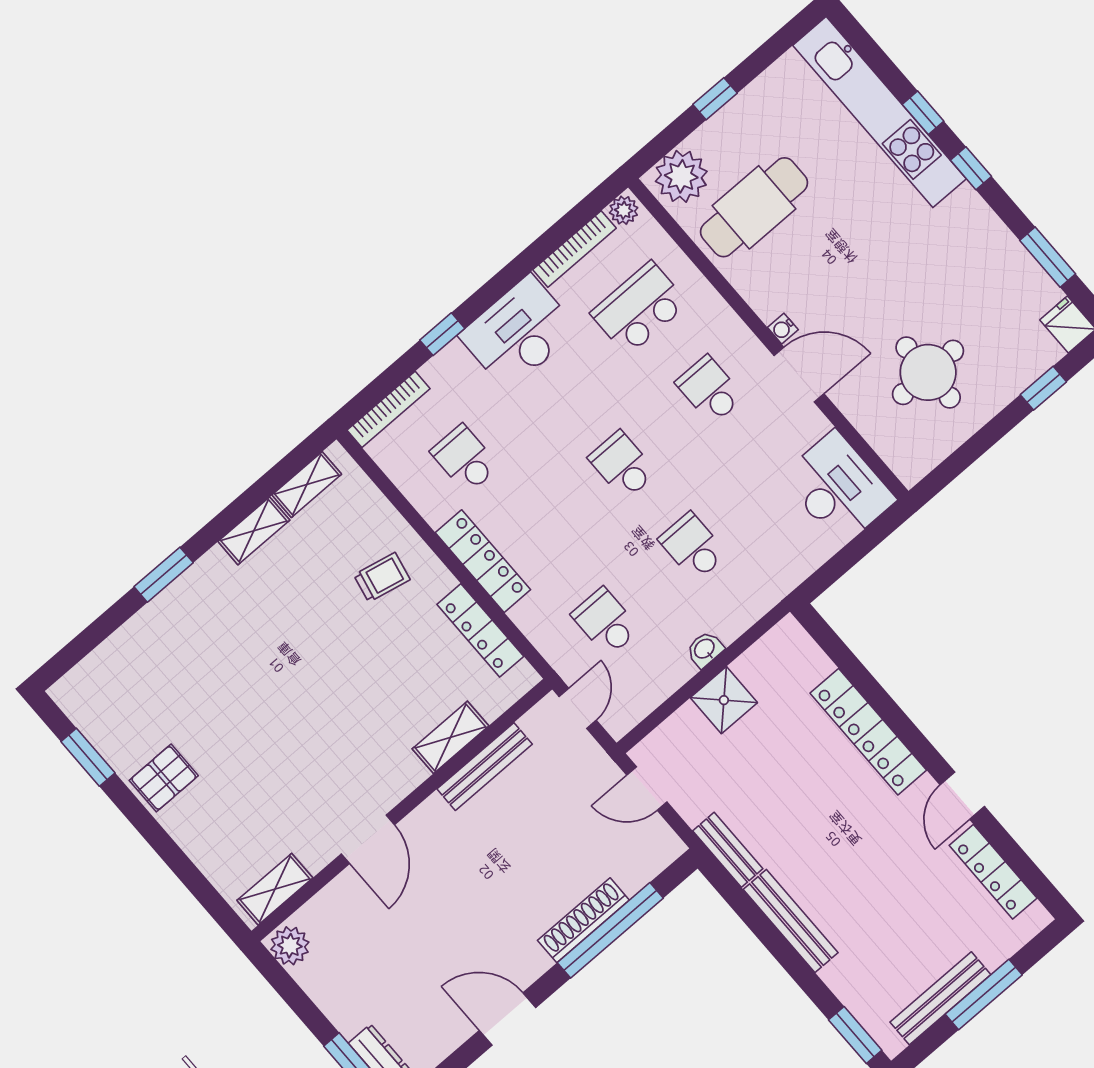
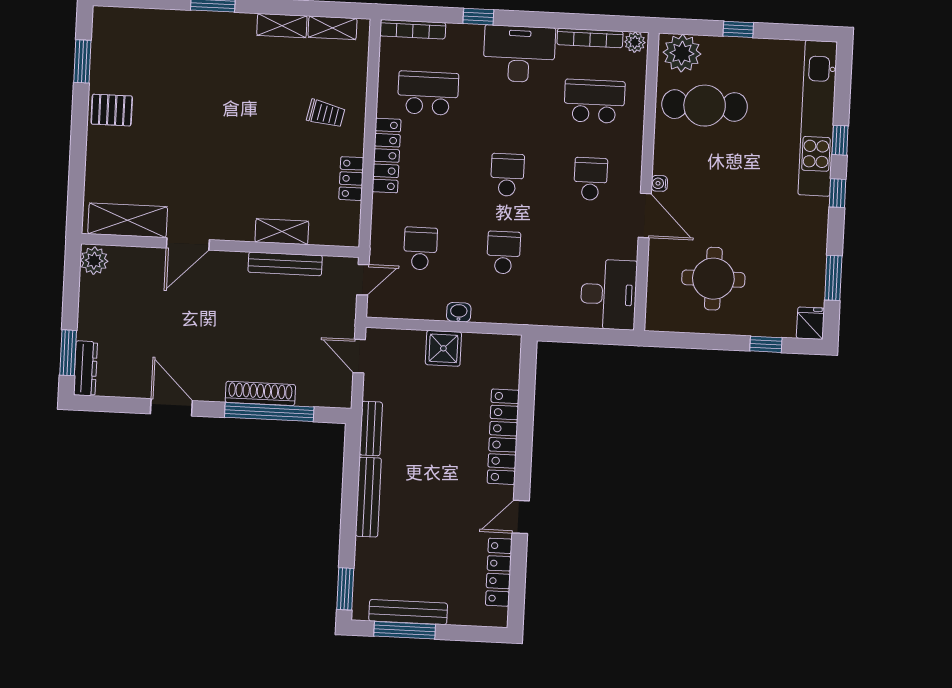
school desk: (465, 459) -> (428, 93), width x1.85
locker: (480, 630) -> (351, 179), width x0.66
shelving: (275, 889) -> (128, 220), width x1.50, depth x1.33
window: (984, 995) -> (405, 630), moved

